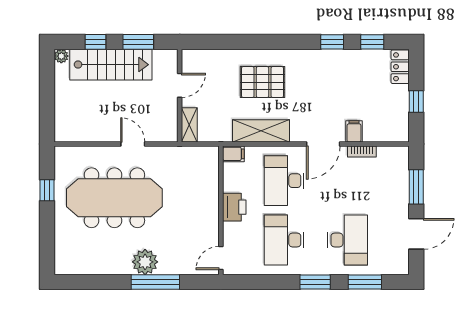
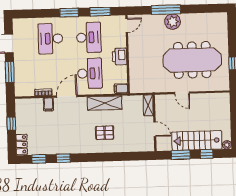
pallet: (263, 82) -> (105, 133), width x0.67, depth x0.71
door: (180, 85) -> (155, 129), swing flipped
window: (365, 282) -> (100, 12), moved

